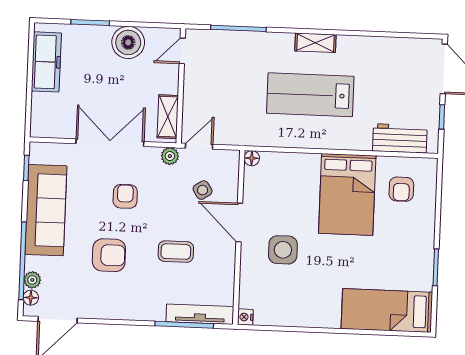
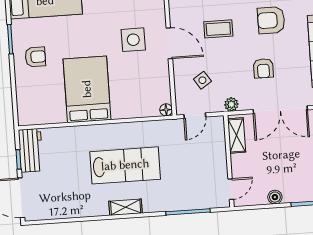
boiler: (128, 42) -> (275, 197), width x0.54, depth x0.54
workbench: (400, 138) -> (31, 150), moved, turned -90
door: (199, 146) -> (195, 116), moved
armchair: (401, 189) -> (35, 57), moved, turned 90
door: (239, 223) -> (169, 43), moved

